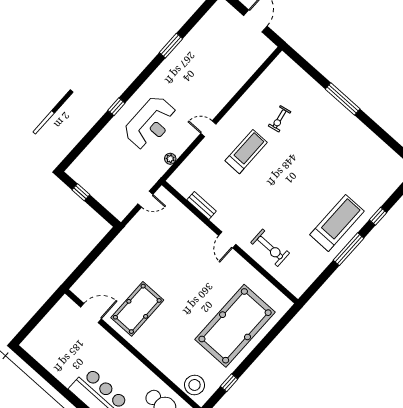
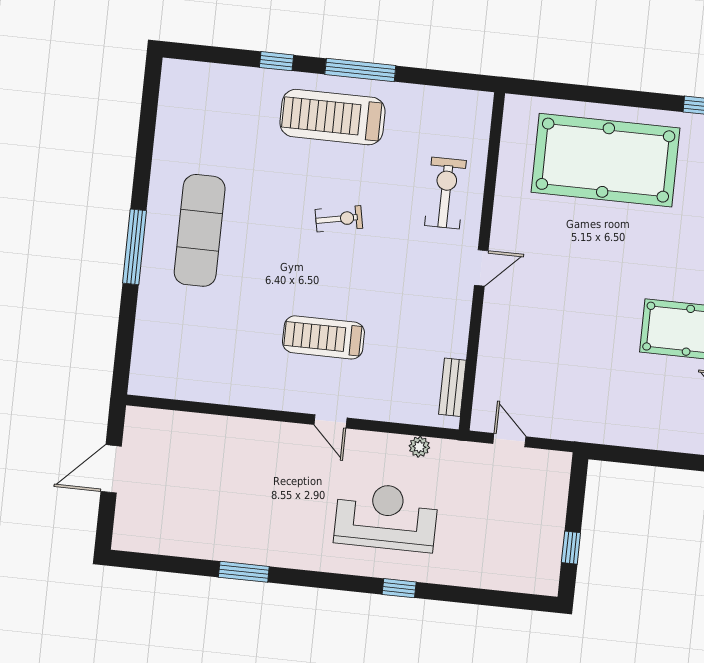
exercise bike: (280, 119) -> (339, 219), moved
exercise mat: (330, 132) -> (200, 230), added
bench: (202, 206) -> (452, 387), moved

